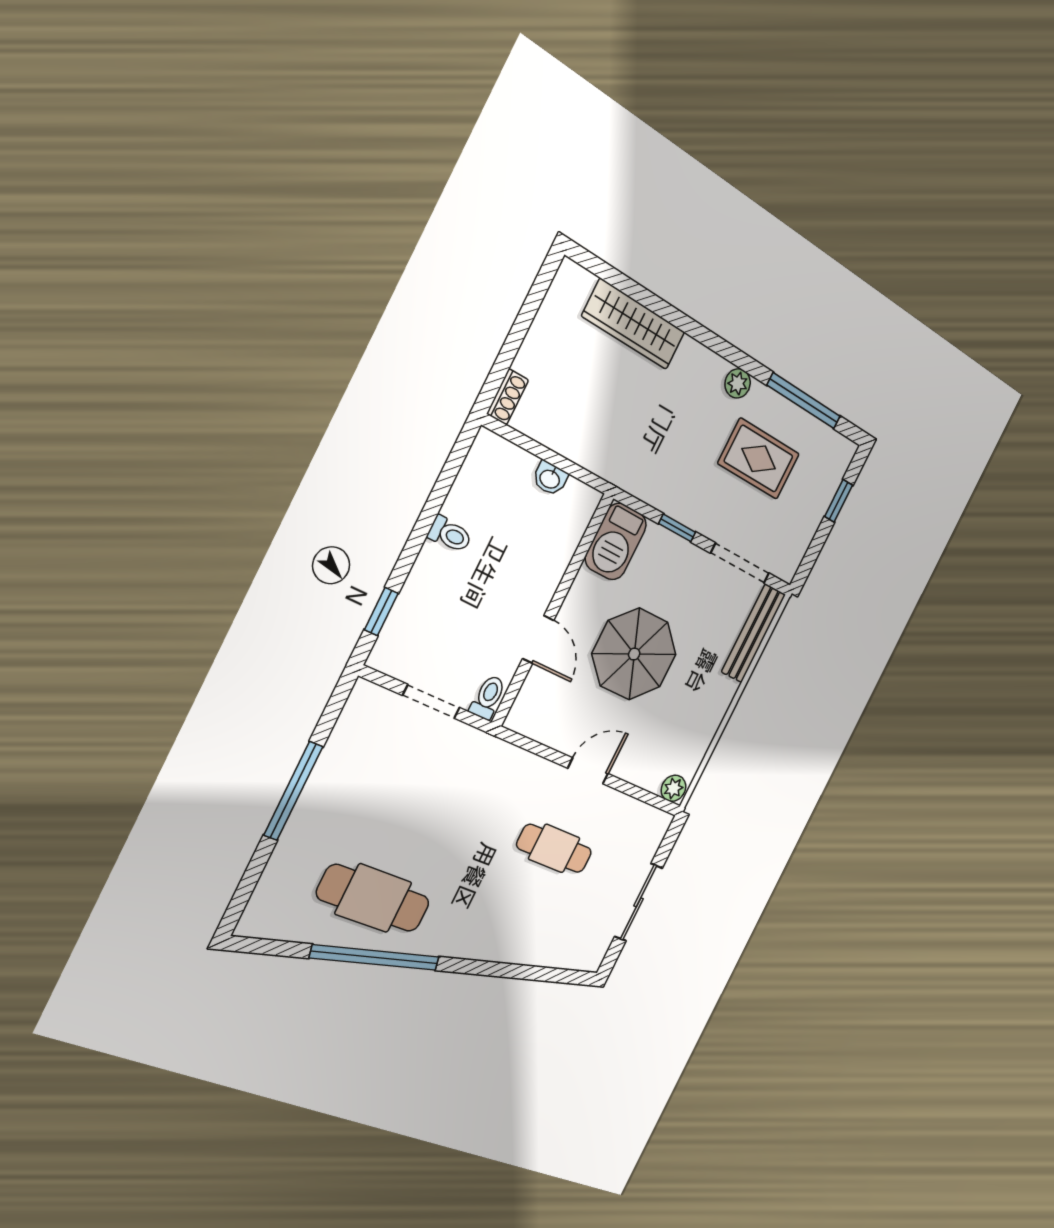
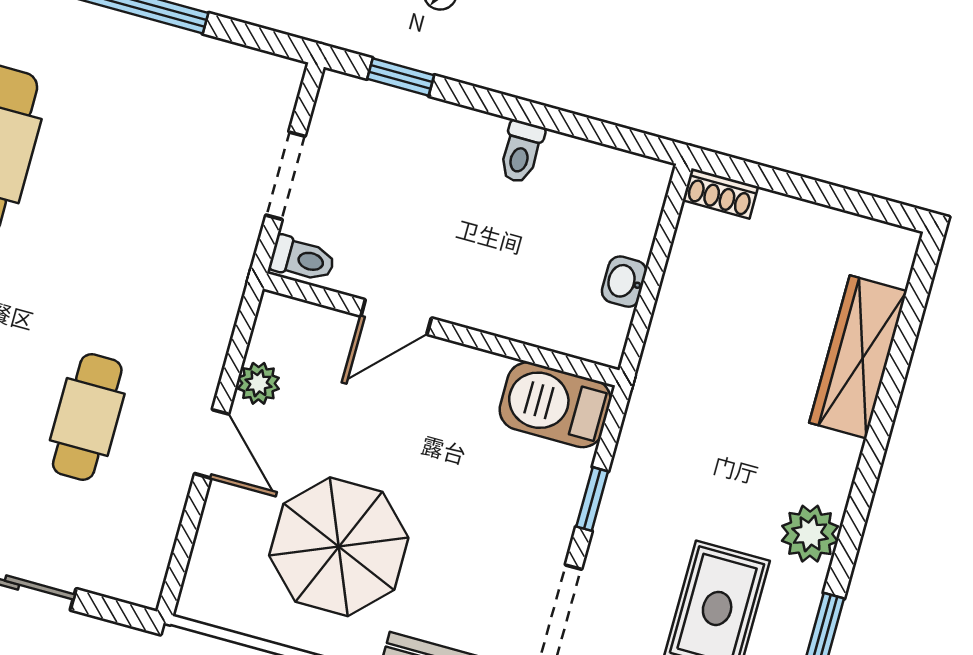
plant: (738, 383) -> (810, 534), width x1.38, depth x1.38
parasol: (634, 654) -> (339, 547), moved
plant: (674, 788) -> (258, 383), moved

